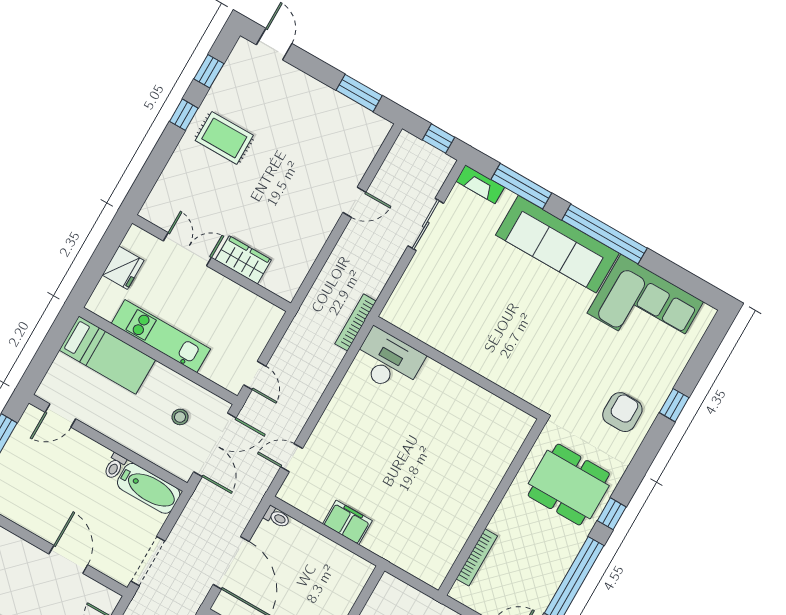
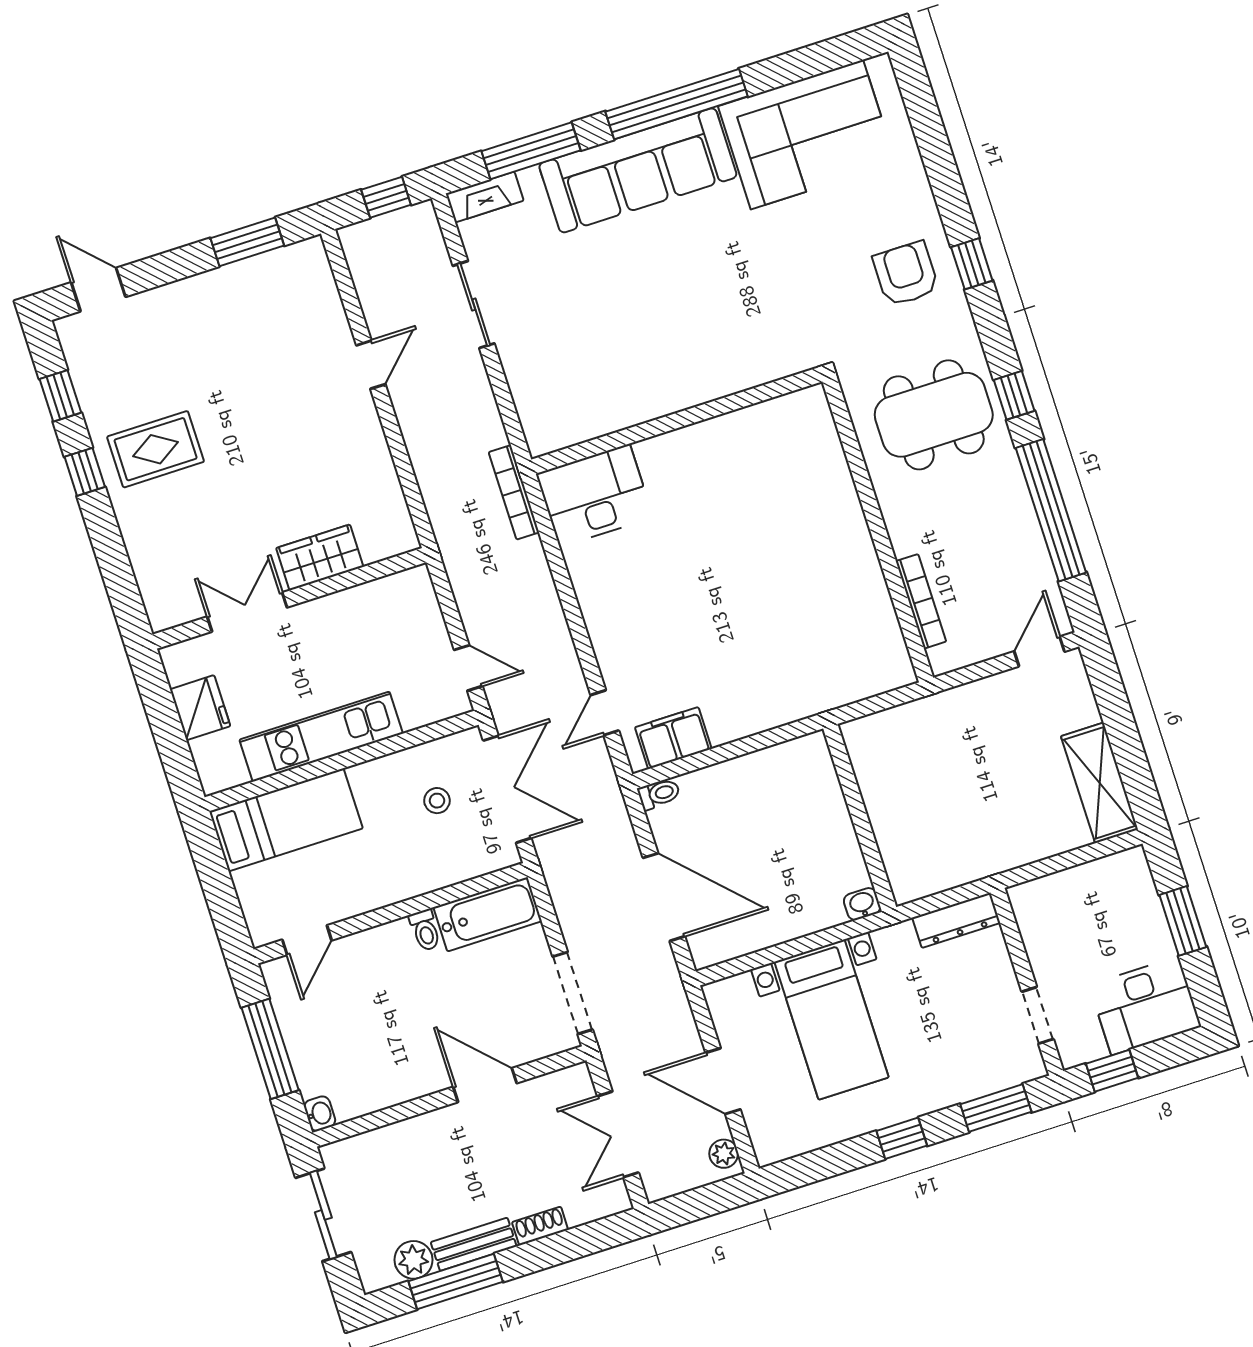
window: (674, 405) -> (972, 264), moved
filing cabinet: (347, 522) -> (673, 738), moved

